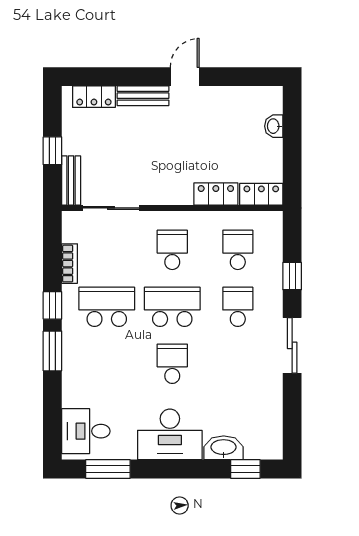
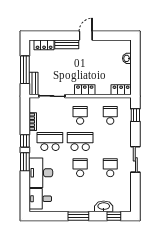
window: (52, 151) -> (25, 70), width x2.17
locker: (216, 194) -> (85, 90), moved
window: (292, 276) -> (135, 115), moved
school desk: (238, 307) -> (110, 168), moved
desk: (170, 434) -> (41, 173), moved, turned 90
window: (108, 469) -> (78, 216), moved

